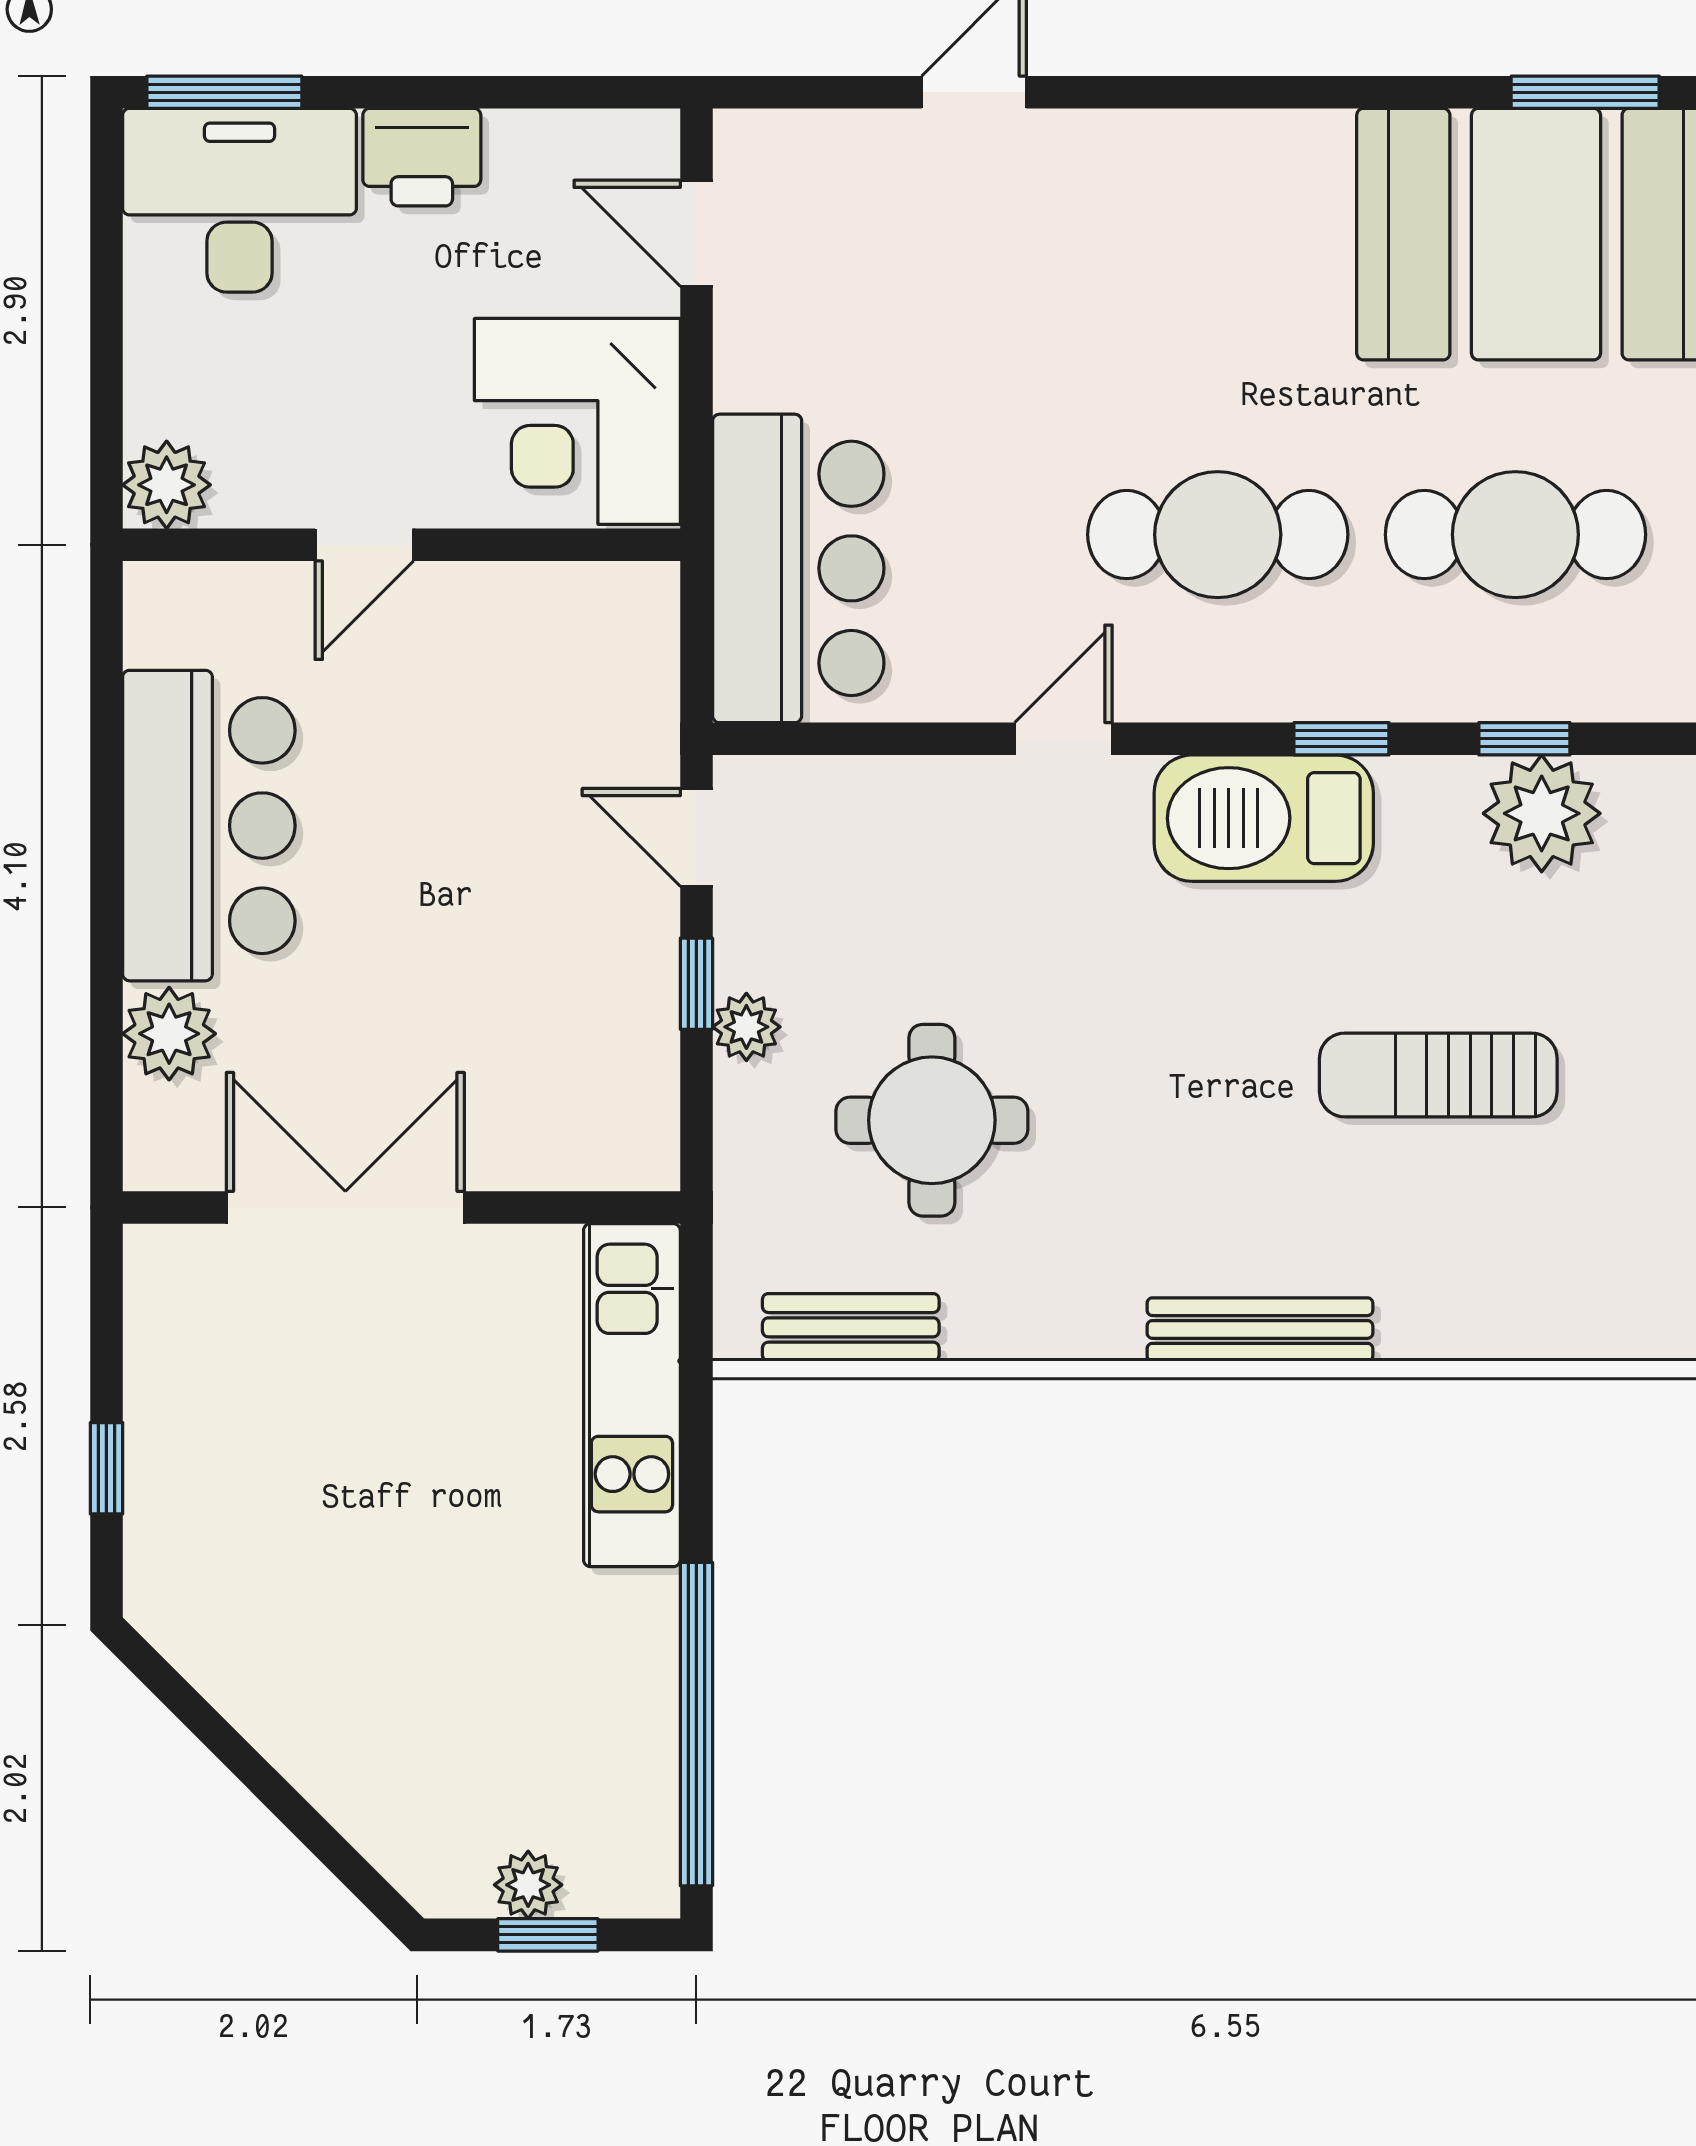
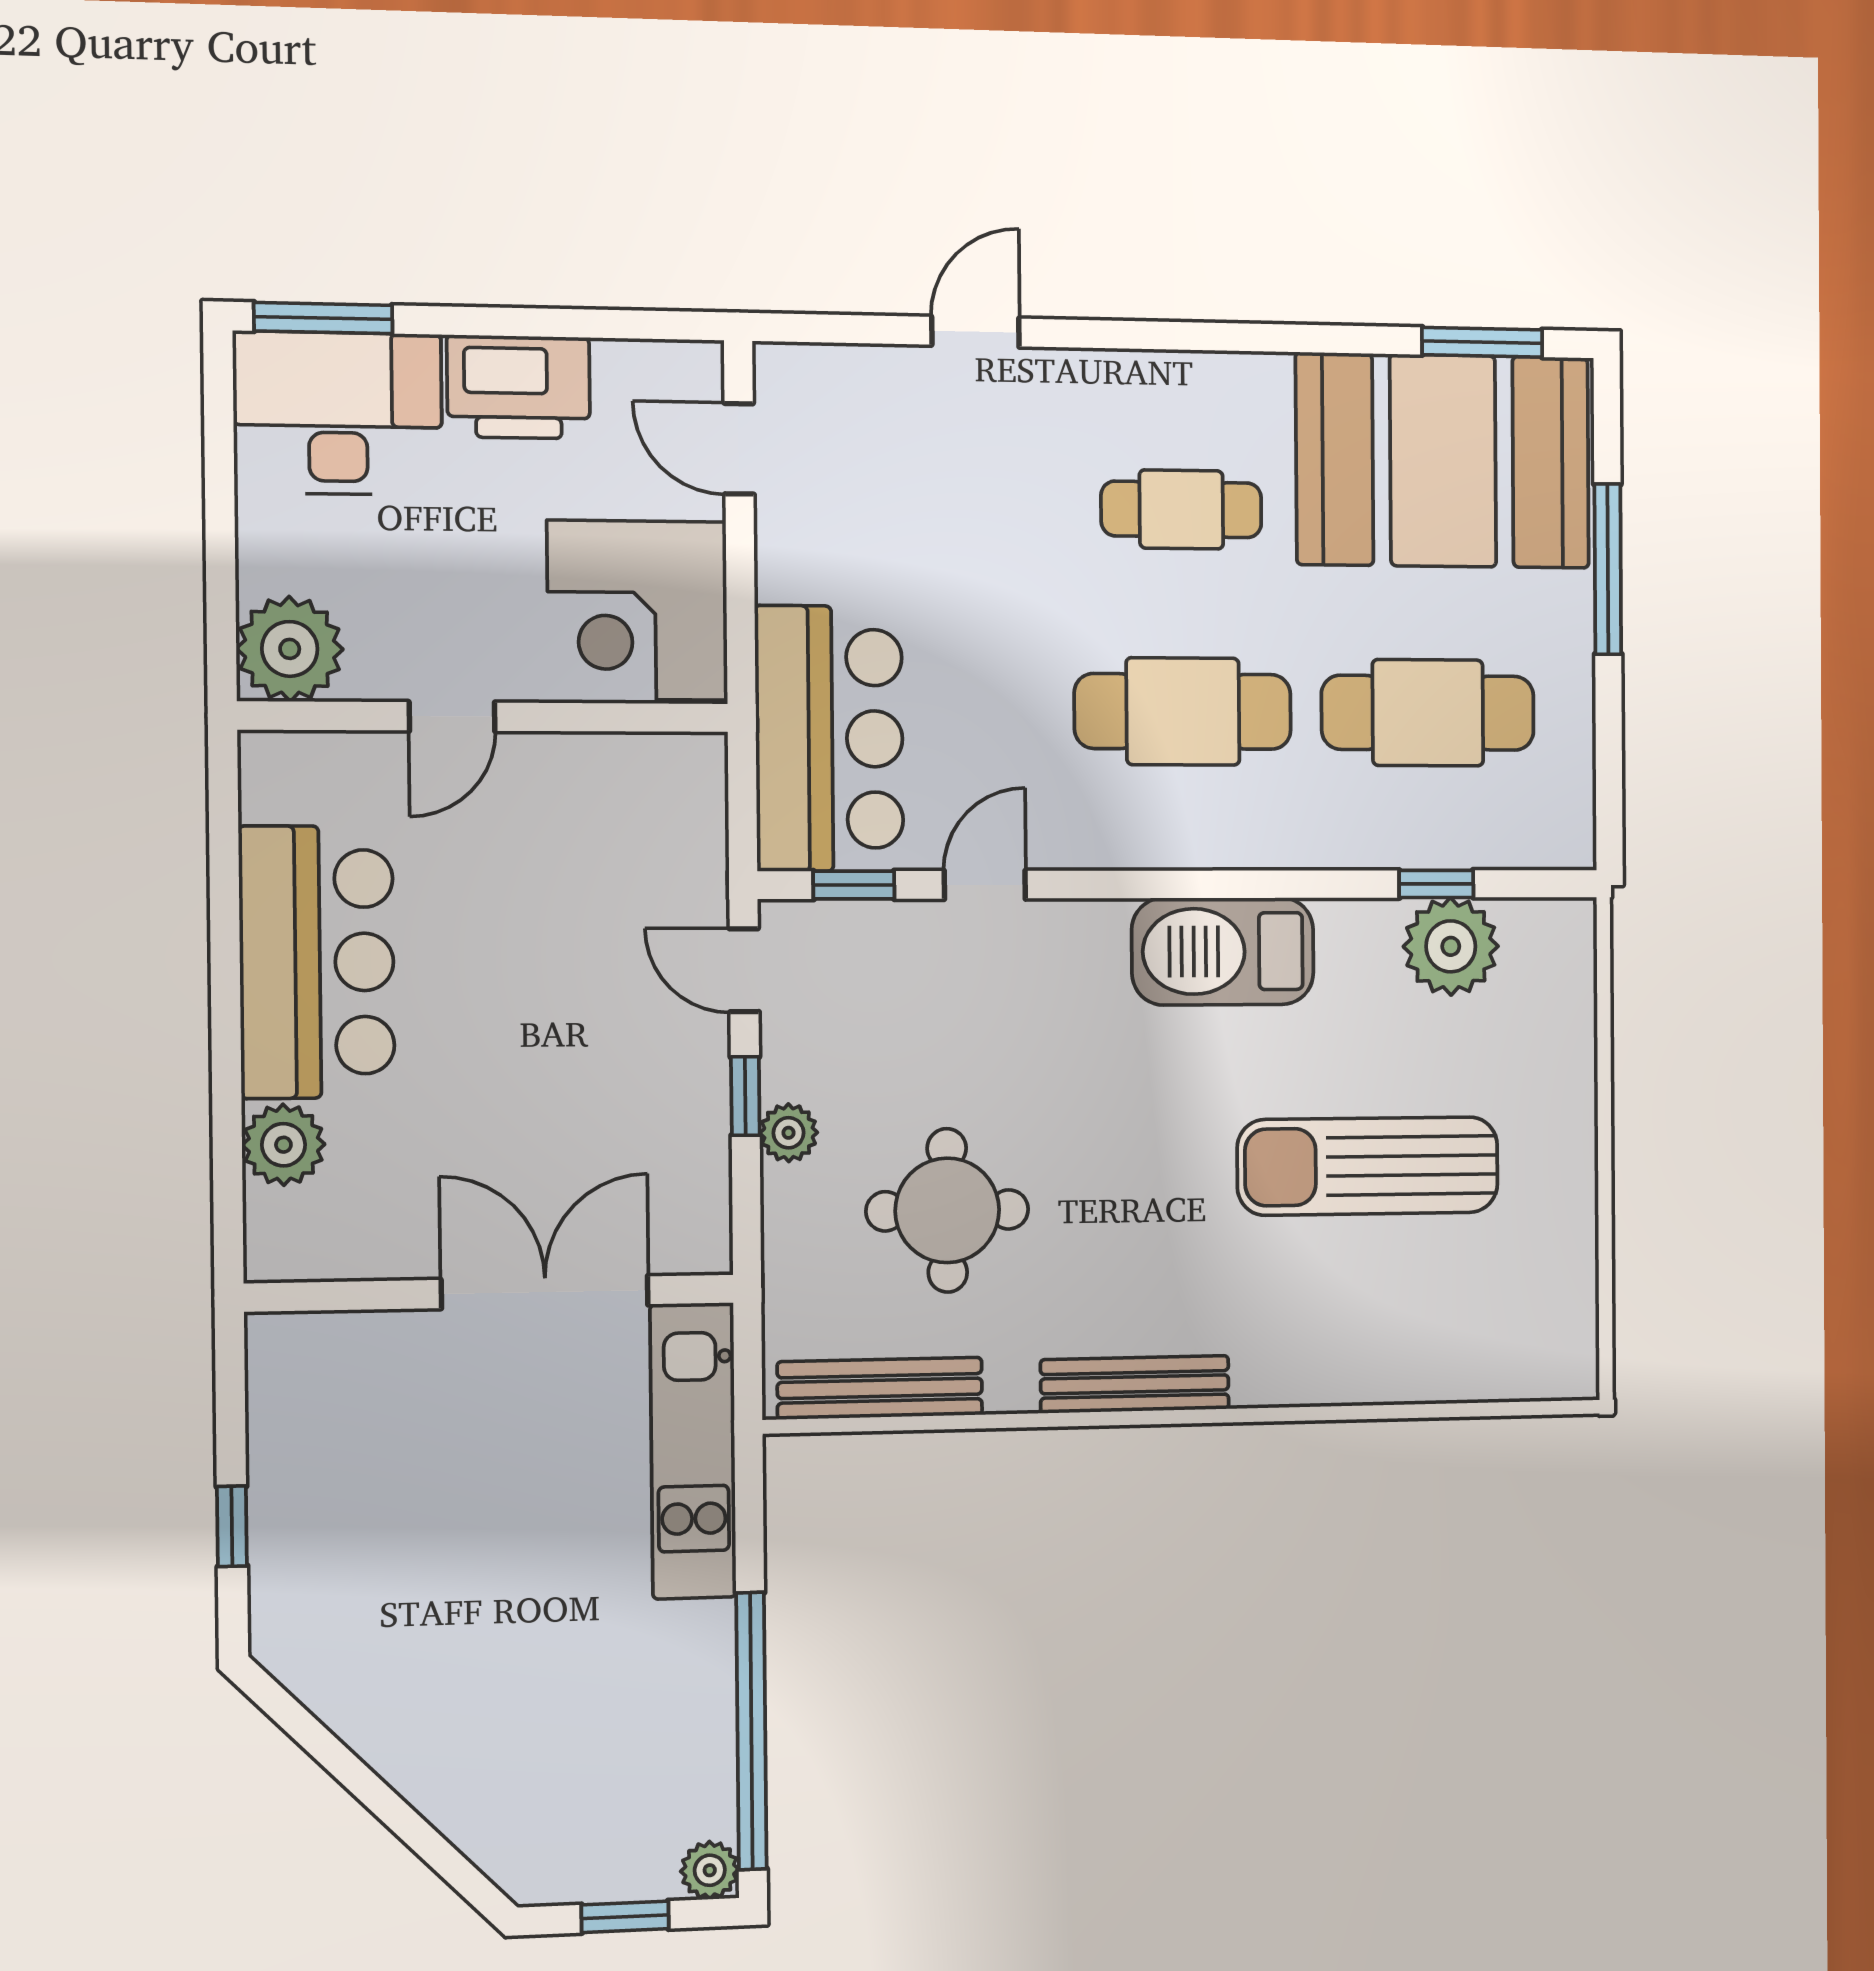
printer: (422, 157) -> (518, 387), width x1.37, depth x1.19
cafe table: (1218, 296) -> (1181, 509), added
plant: (167, 485) -> (290, 649), width x1.36, depth x1.36
door: (1063, 739) -> (985, 885), moved
window: (1341, 739) -> (854, 885), moved
sun lounger: (1438, 1075) -> (1368, 1166), width x1.36, depth x1.34
double door: (345, 1207) -> (545, 1292), moved
bench: (851, 1327) -> (880, 1388), width x1.36
bench: (1260, 1329) -> (1135, 1384), moved
plant: (528, 1885) -> (710, 1870), moved

